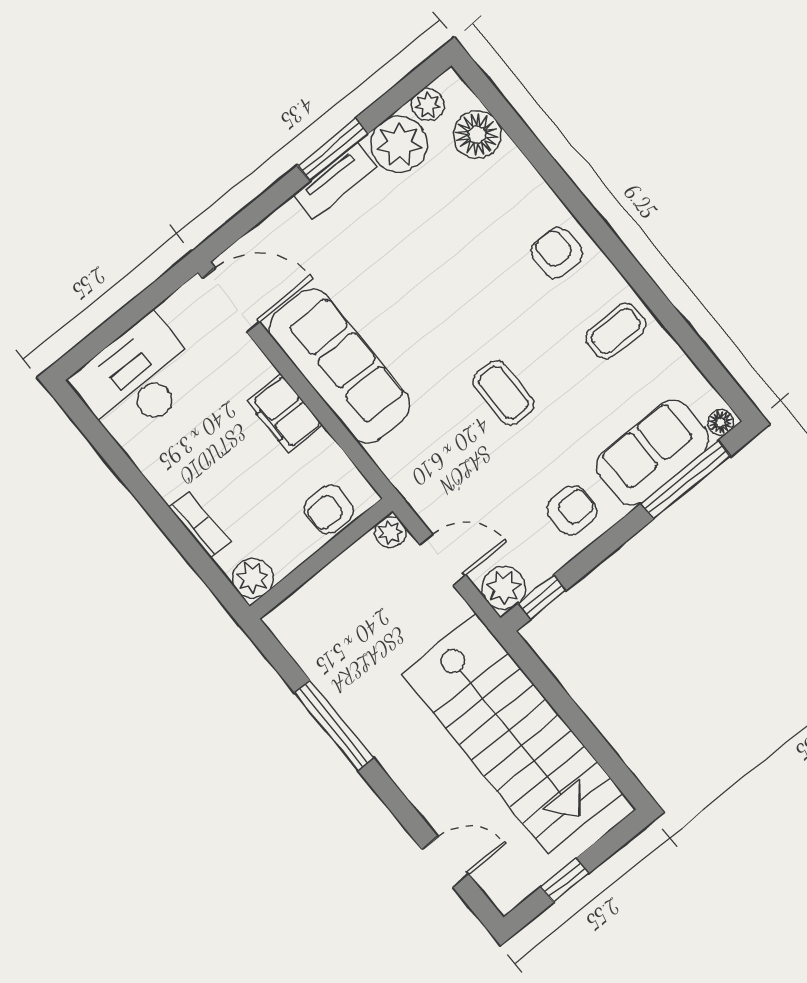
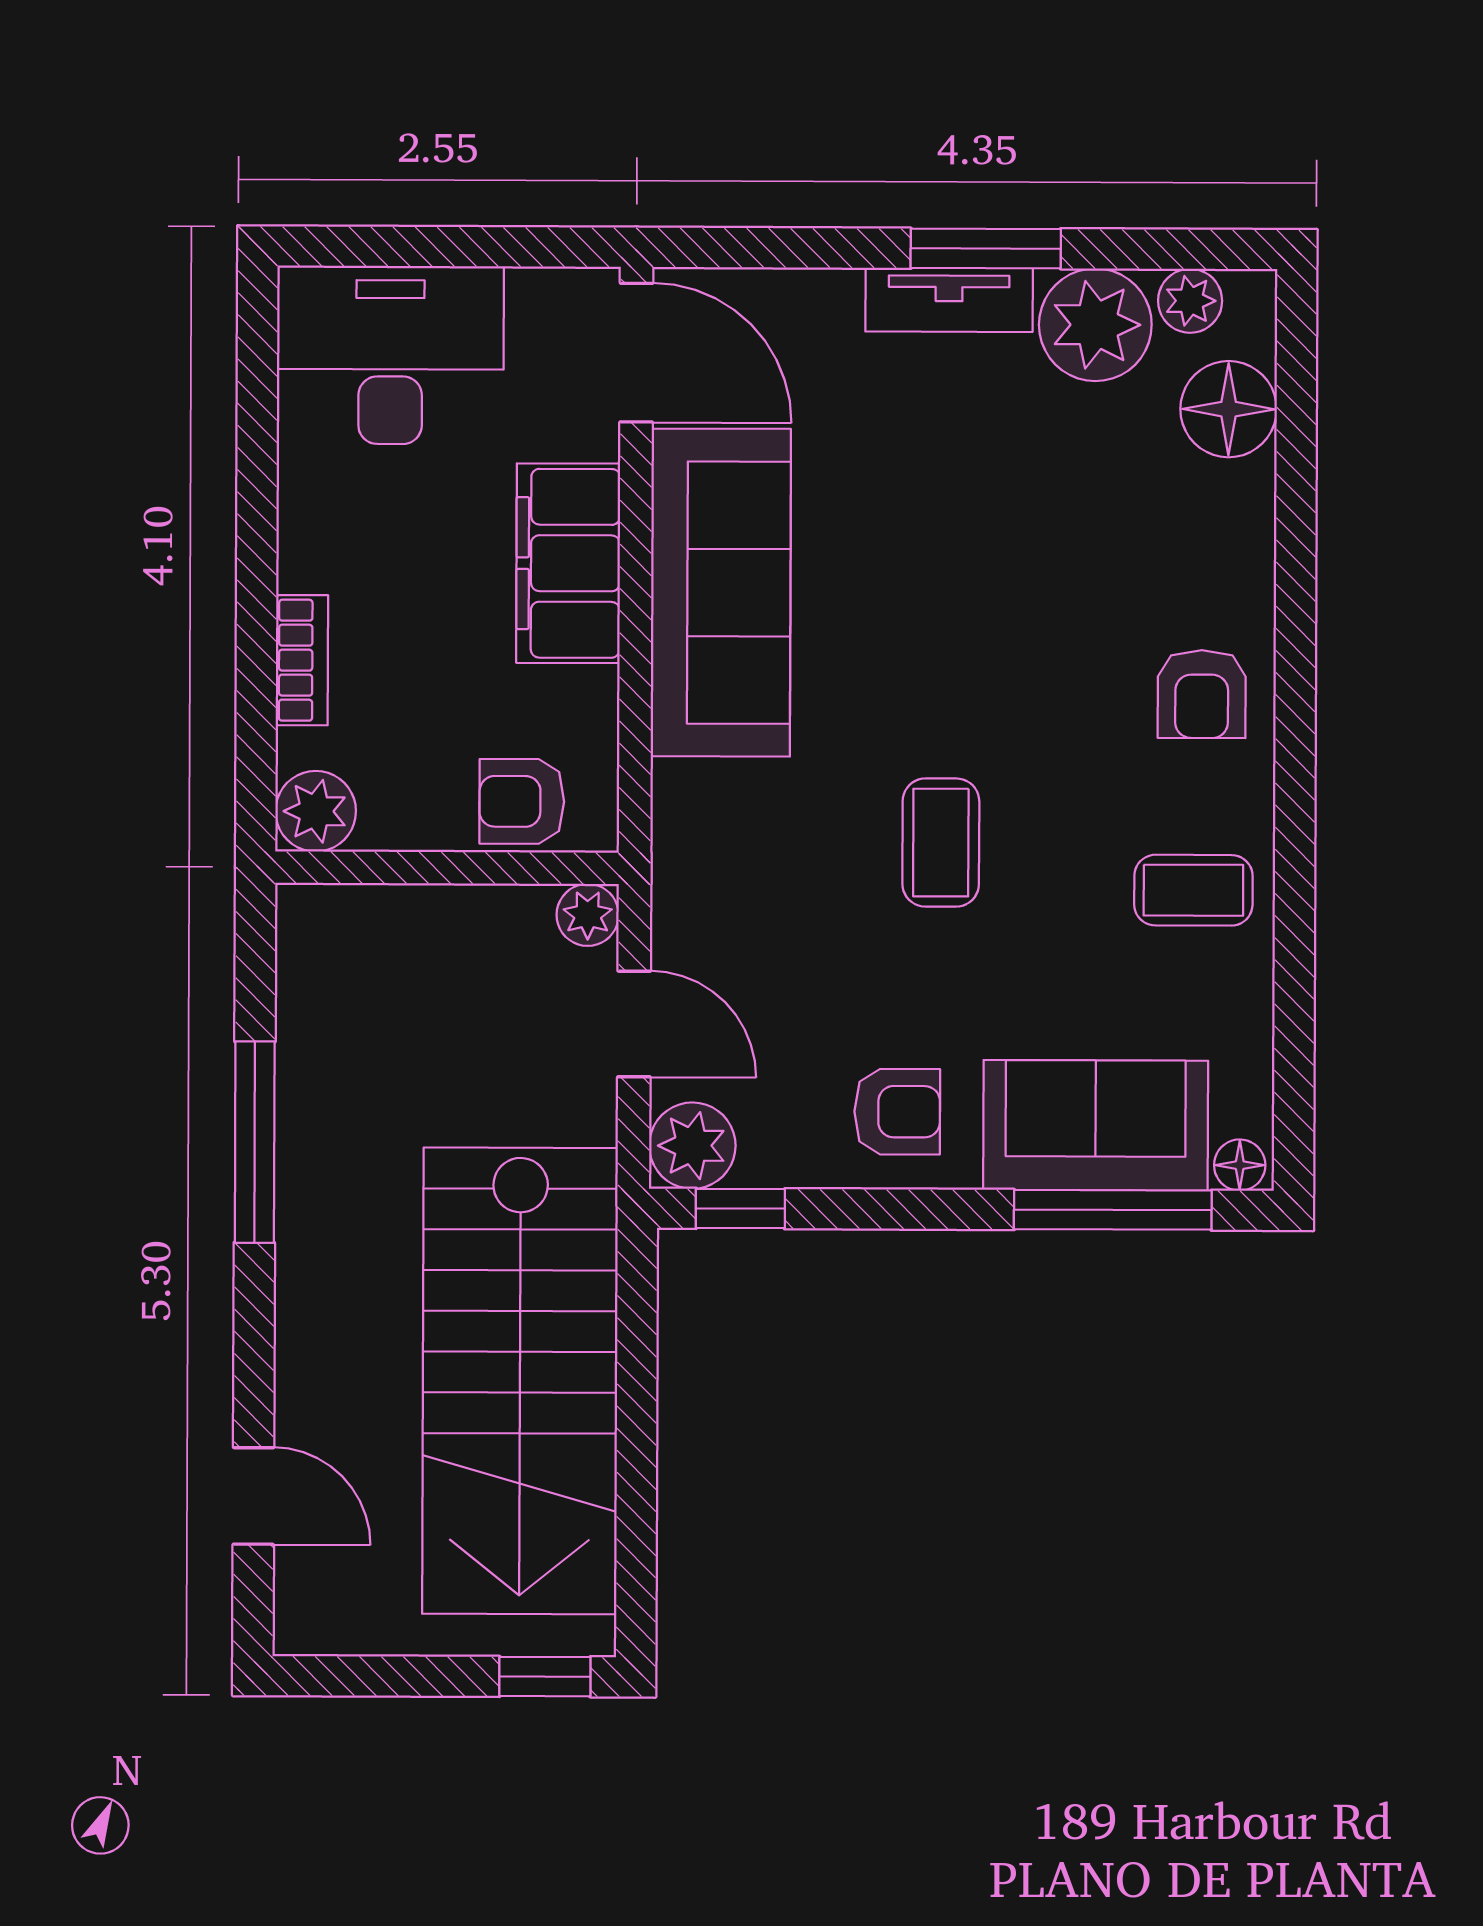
armchair: (557, 253) -> (1202, 694), turned 180
filing cabinet: (285, 413) -> (568, 563), width x1.50, depth x1.17
window: (565, 880) -> (545, 1677), moved

